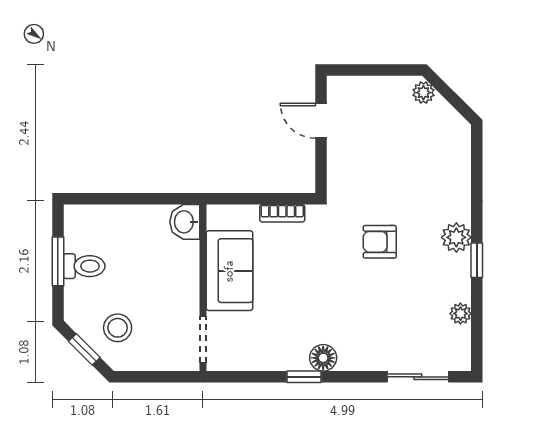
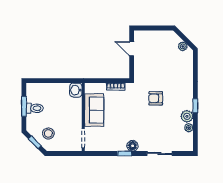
plant: (423, 93) -> (183, 46), moved
plant: (456, 237) -> (187, 116), moved
sliding door: (418, 377) -> (159, 154), moved

